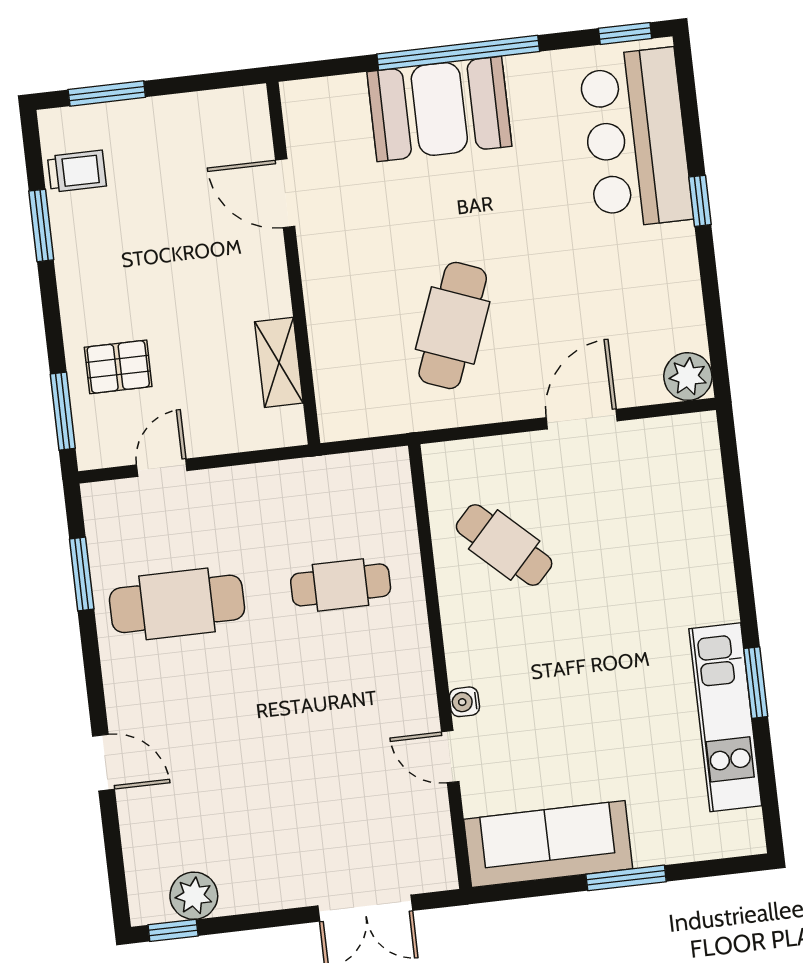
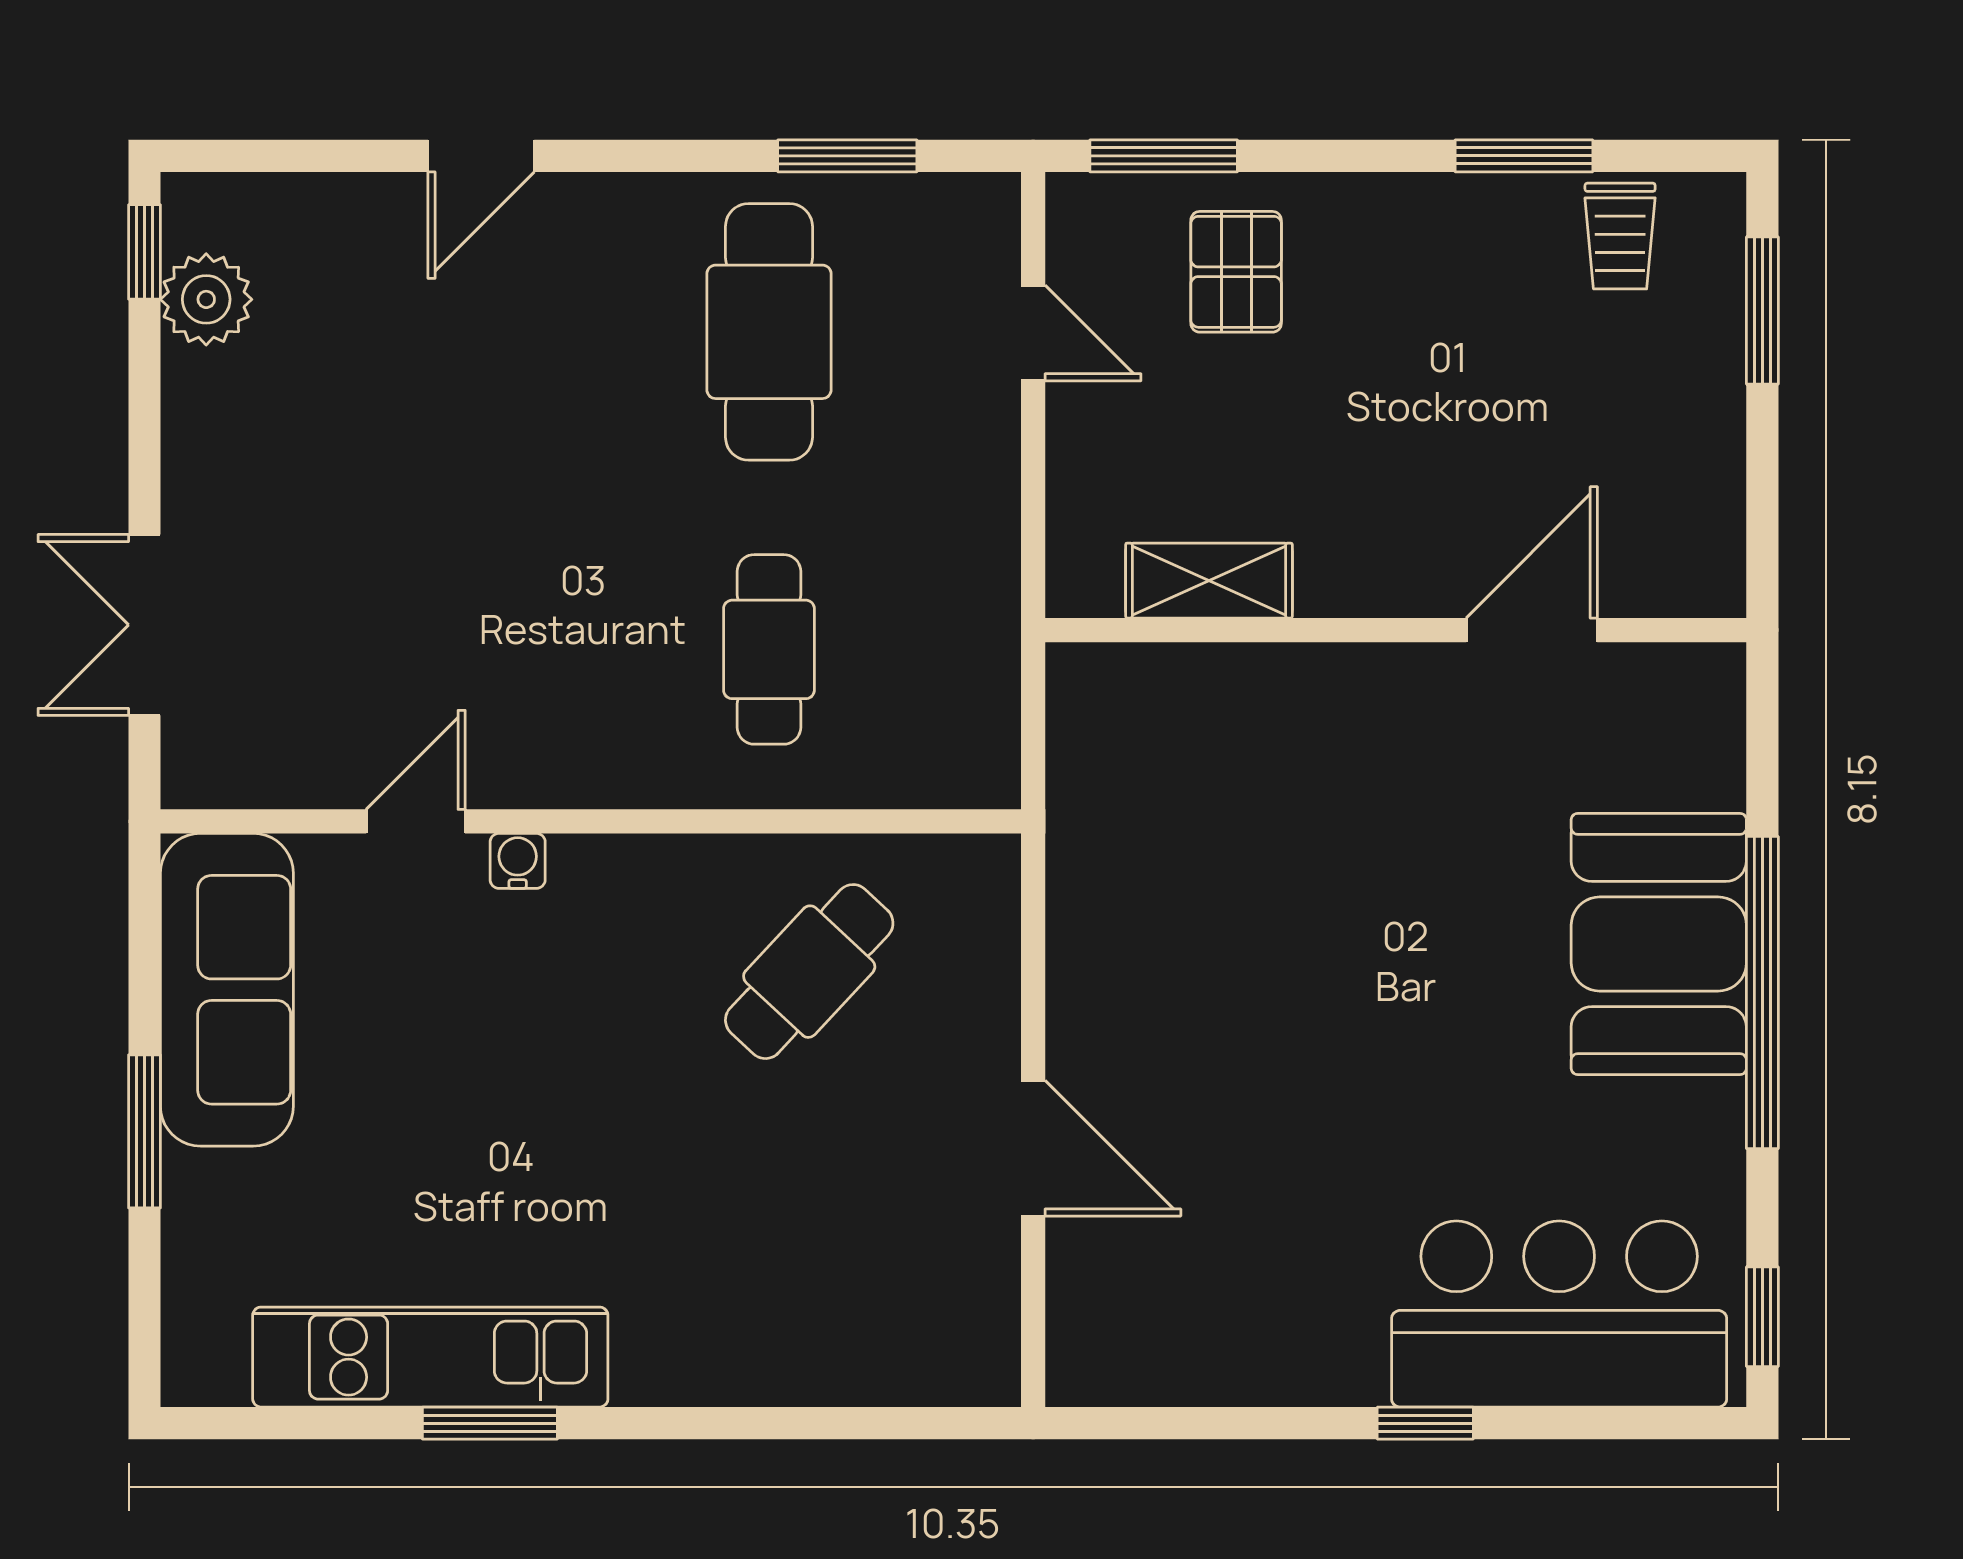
cafe table: (453, 325) -> (1241, 922), removed
plant: (688, 377) -> (1091, 1361), removed

